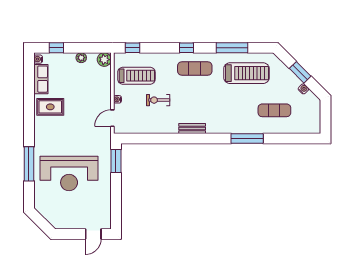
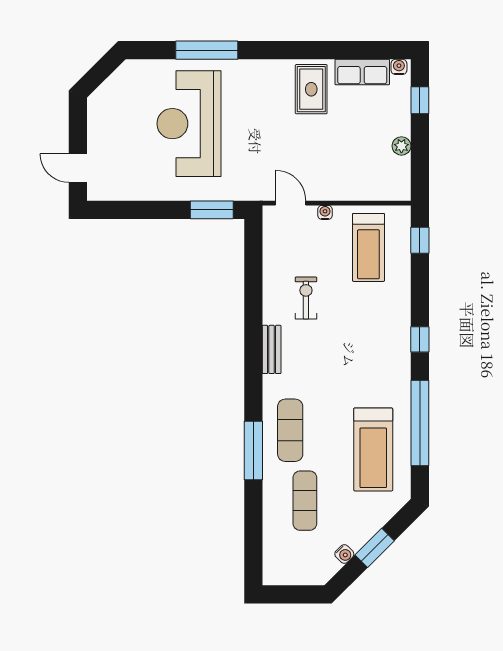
window: (232, 48) -> (420, 423), width x1.46
plant: (104, 60) -> (398, 188), removed
exercise mat: (195, 69) -> (290, 430), moved
exercise bike: (158, 100) -> (306, 298), moved

